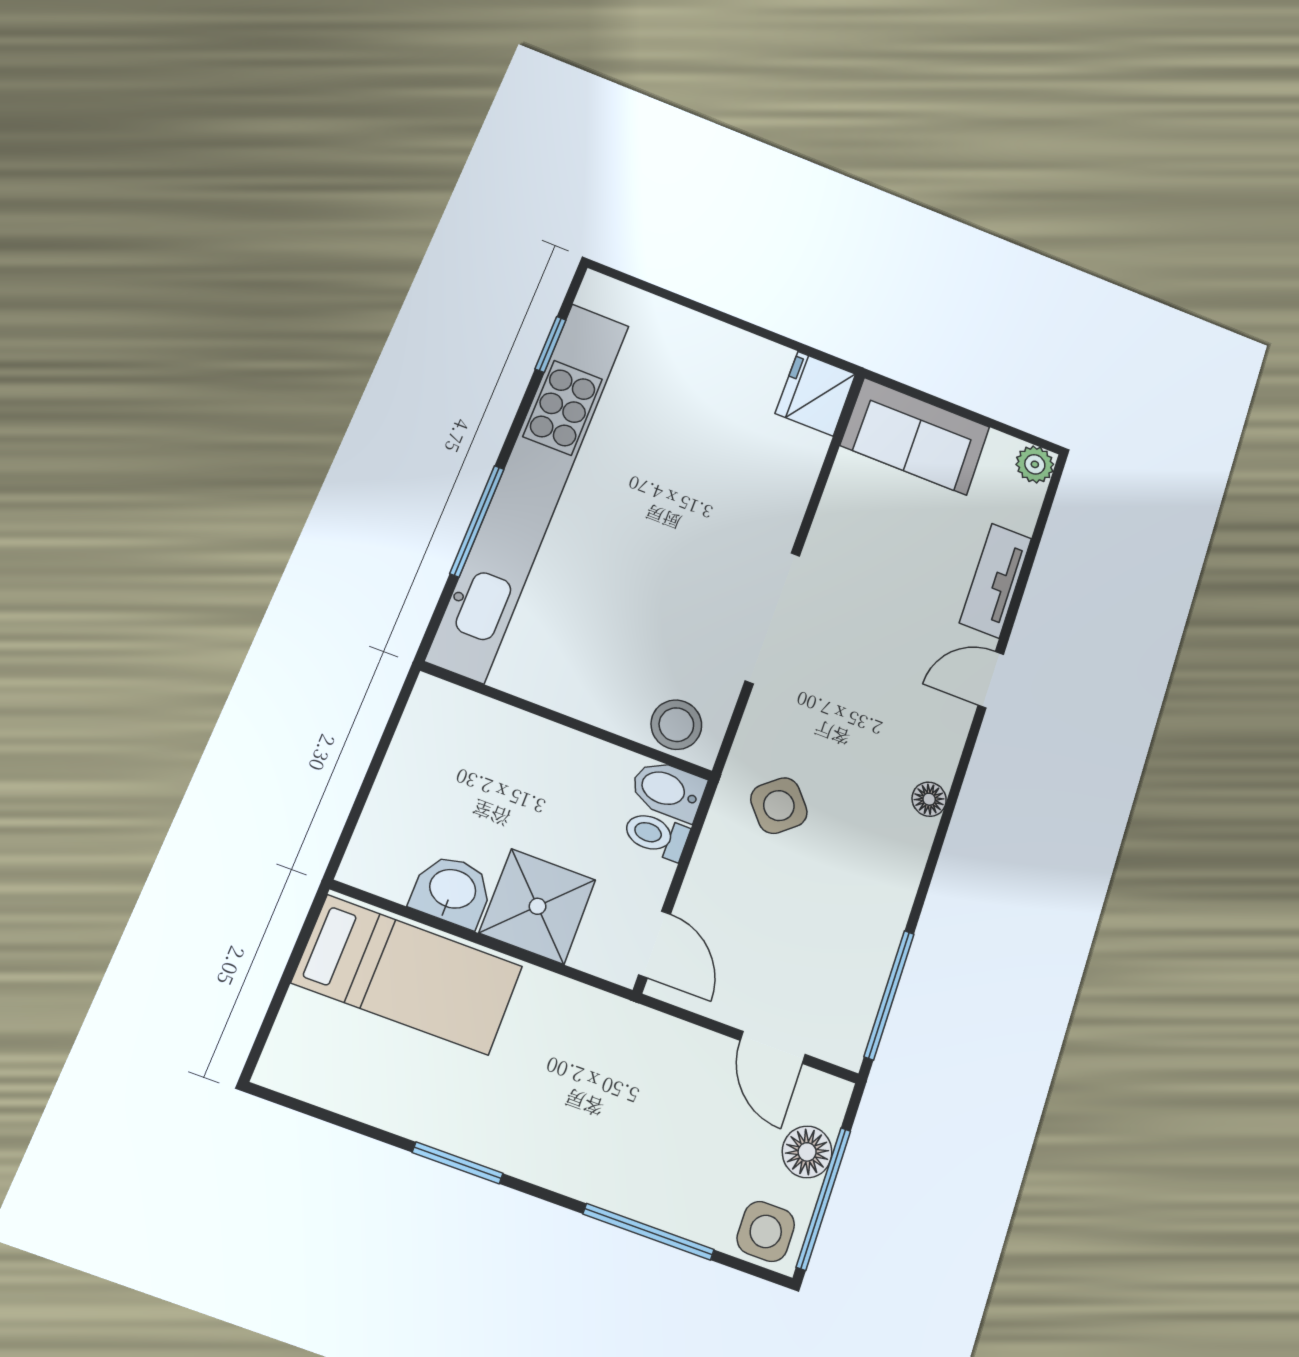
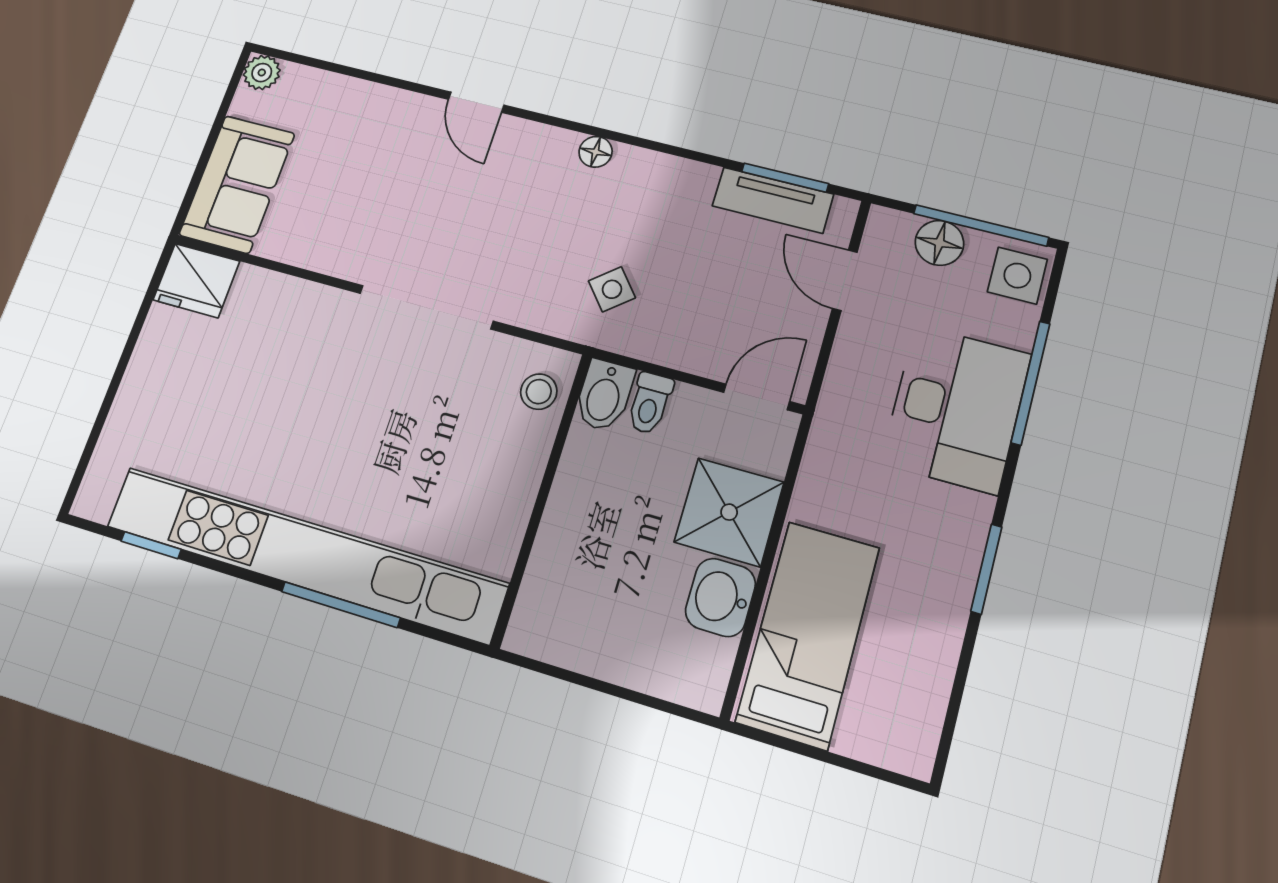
tv unit: (996, 581) -> (773, 200), moved
stool: (676, 725) -> (539, 392), width x0.73, depth x0.73
side table: (779, 806) -> (612, 289), width x0.73, depth x0.73
window: (889, 995) -> (785, 178), width x0.69
door: (773, 1047) -> (845, 280), swing flipped
desk: (627, 1150) -> (956, 409), added

